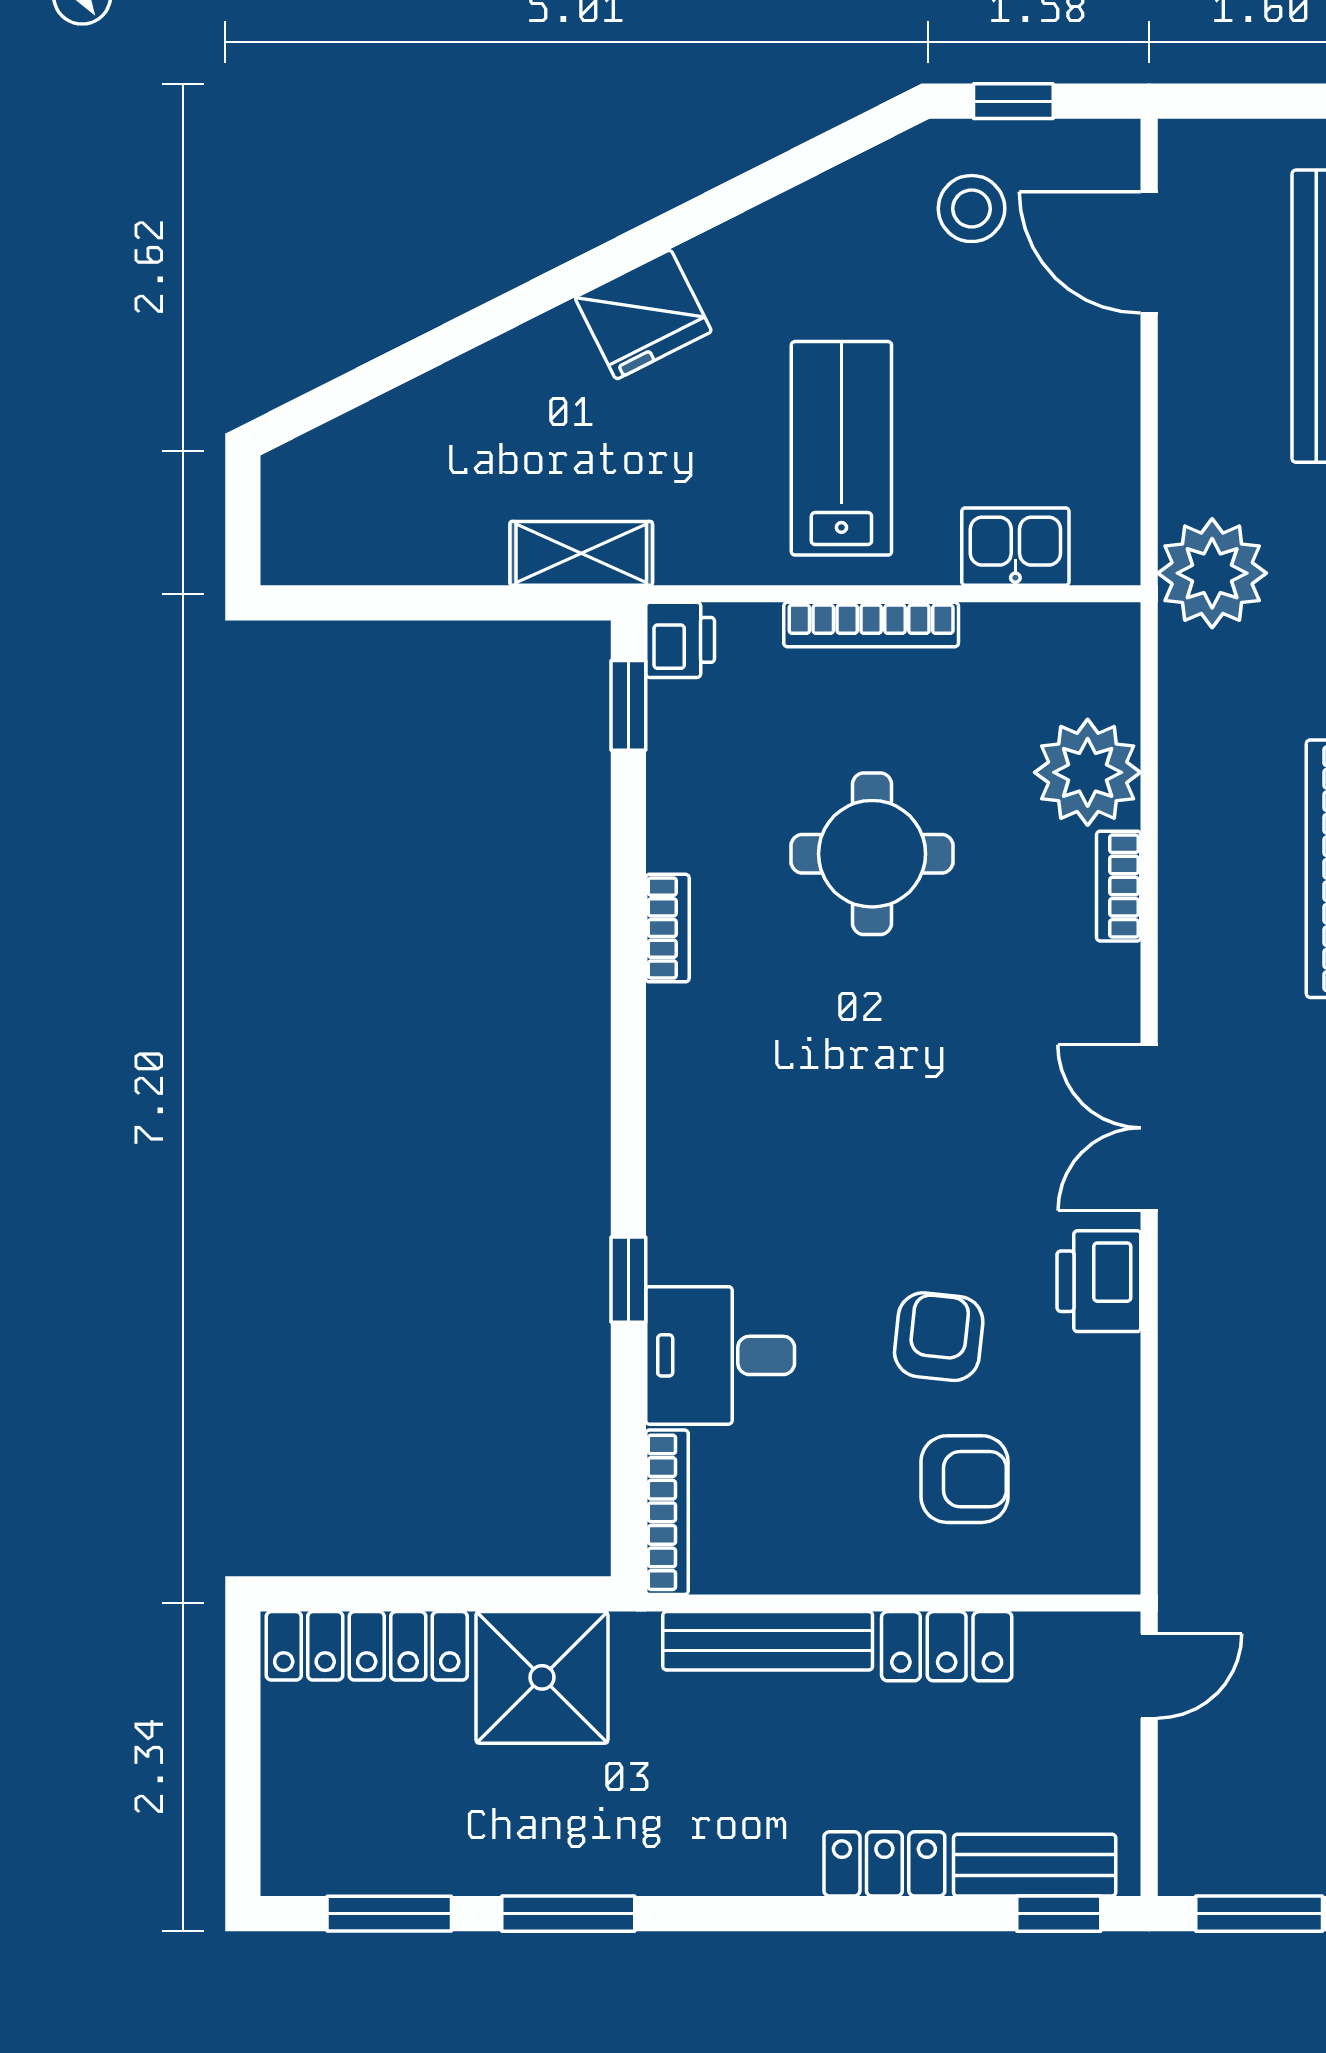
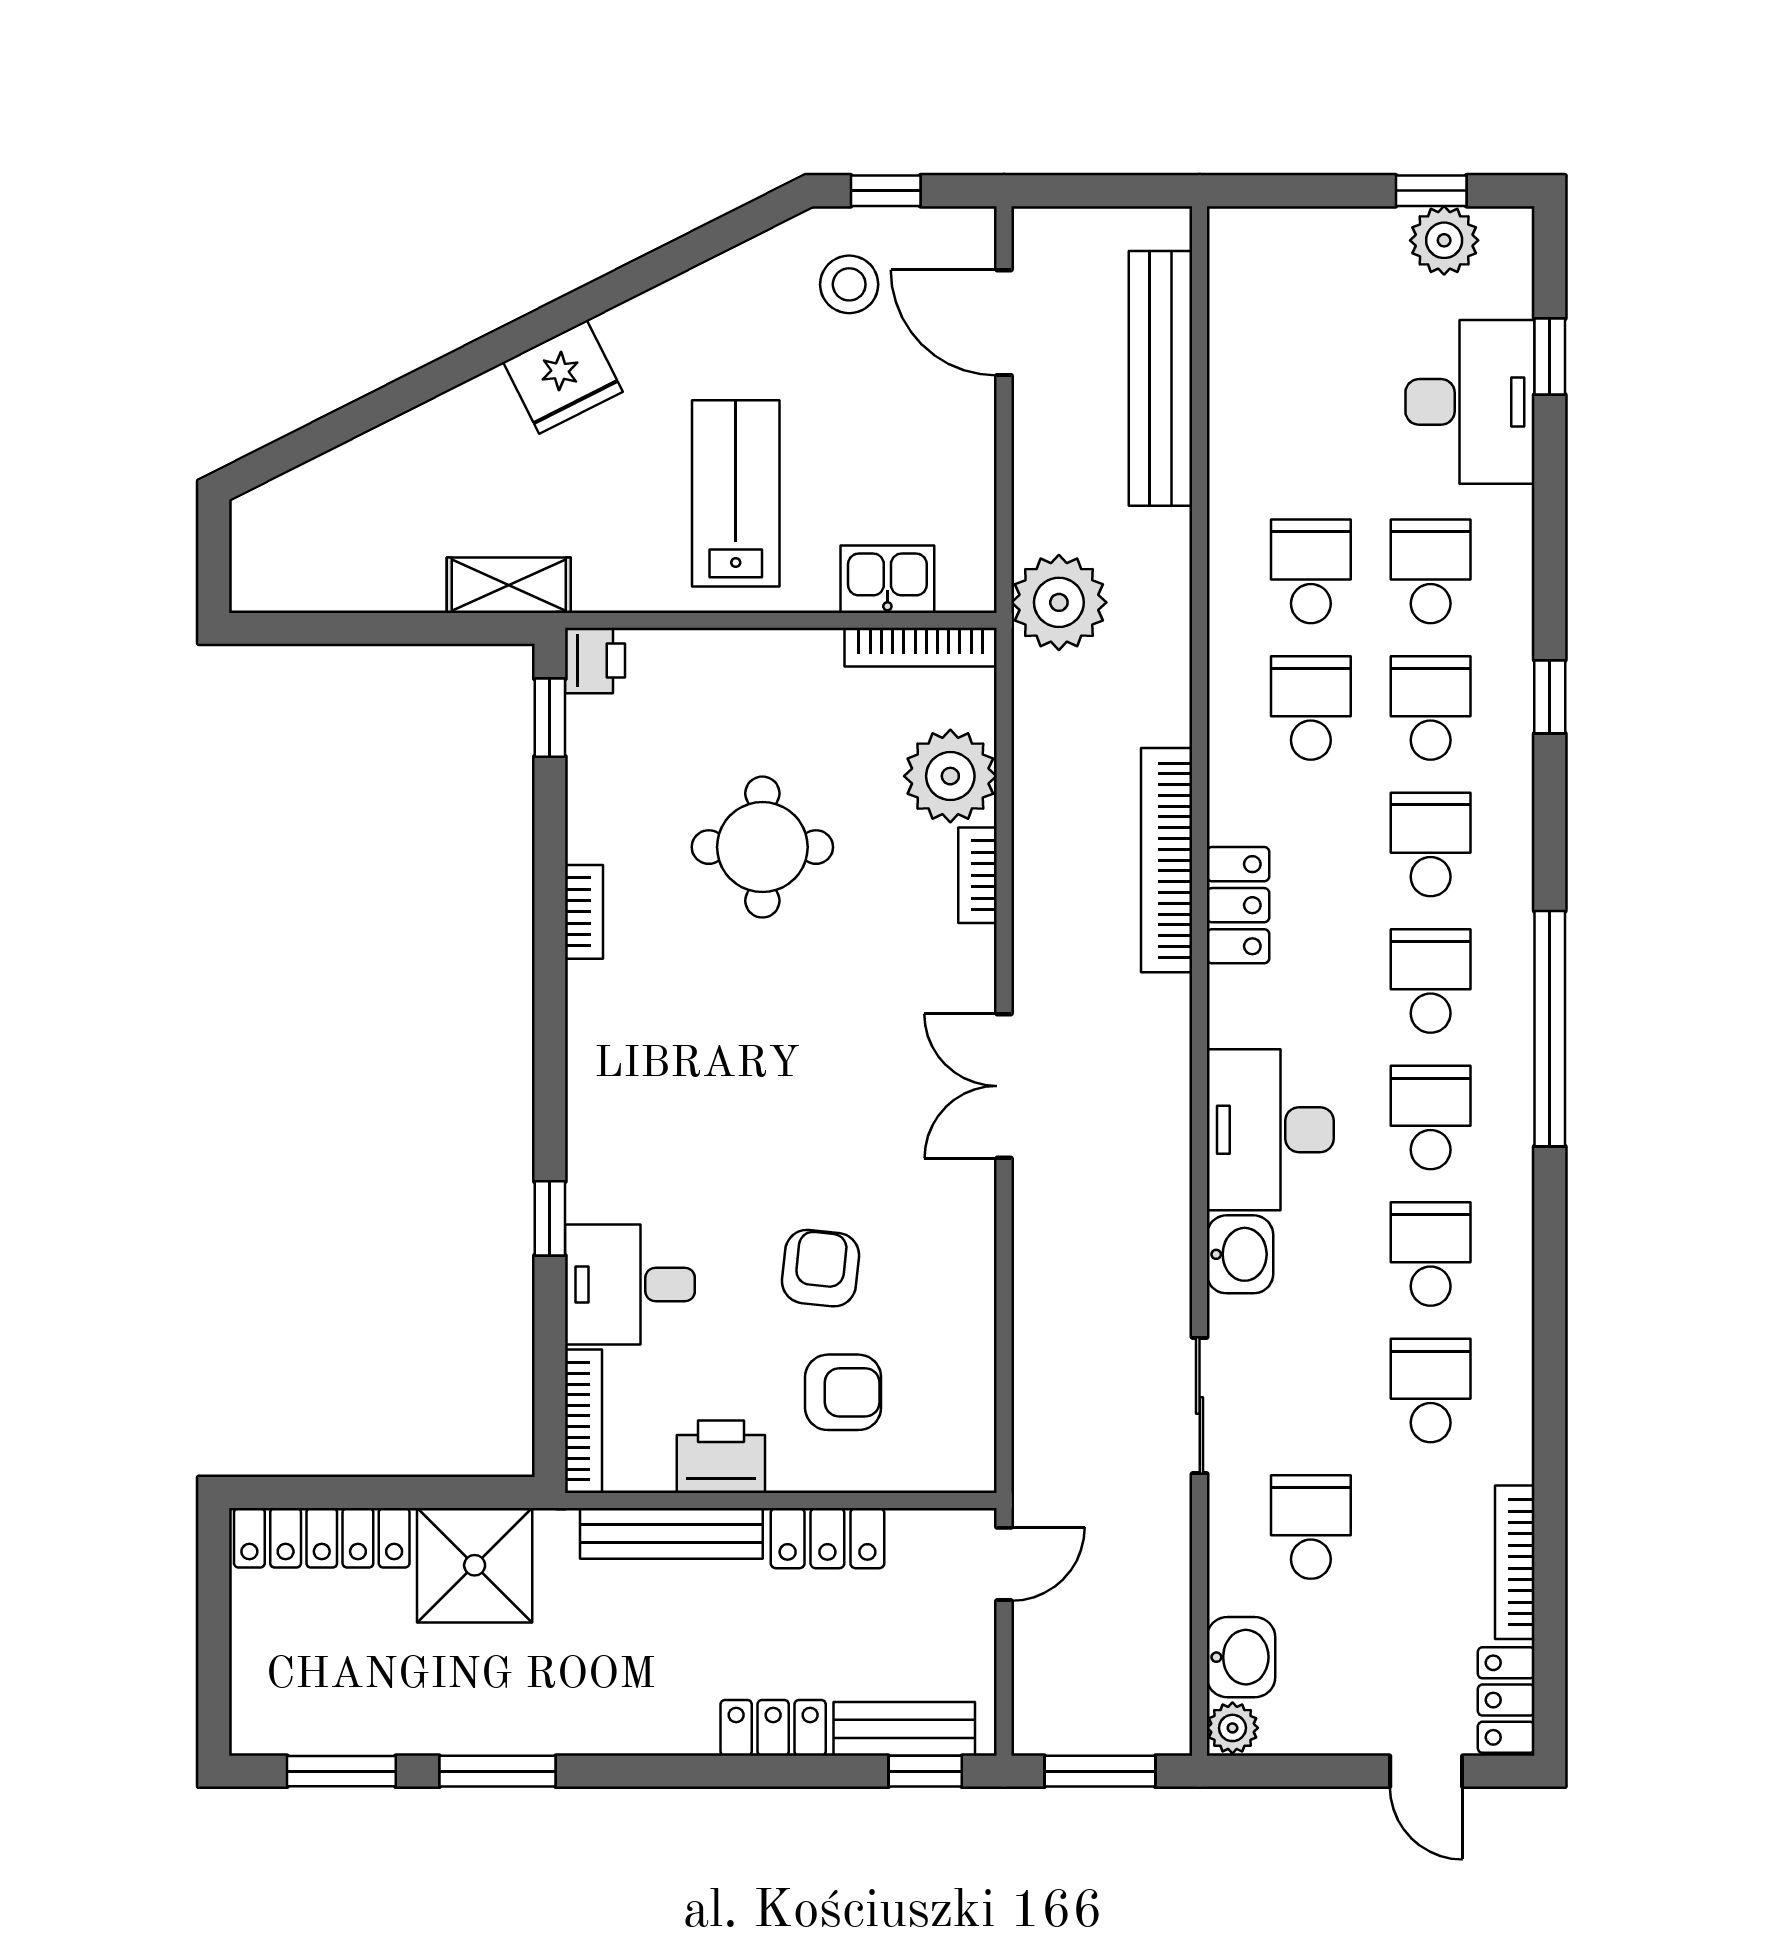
bookcase: (871, 625) -> (921, 647), moved
printer: (1099, 1281) -> (721, 1457), moved, turned 90

